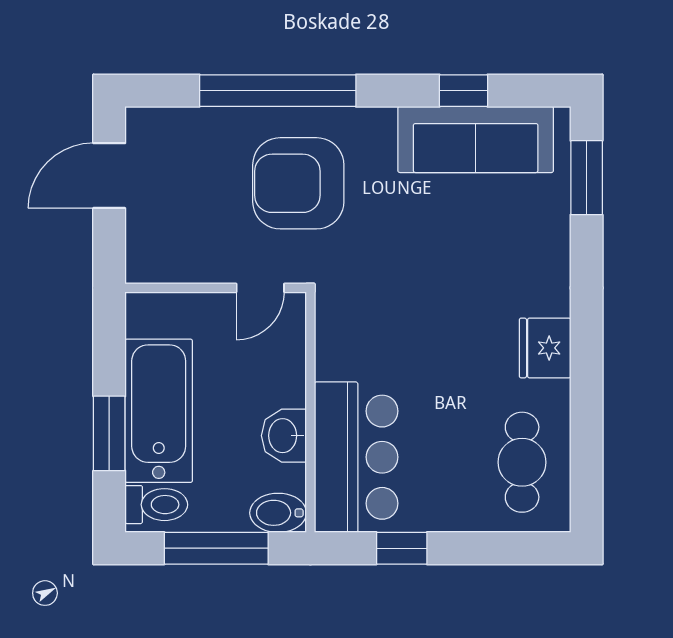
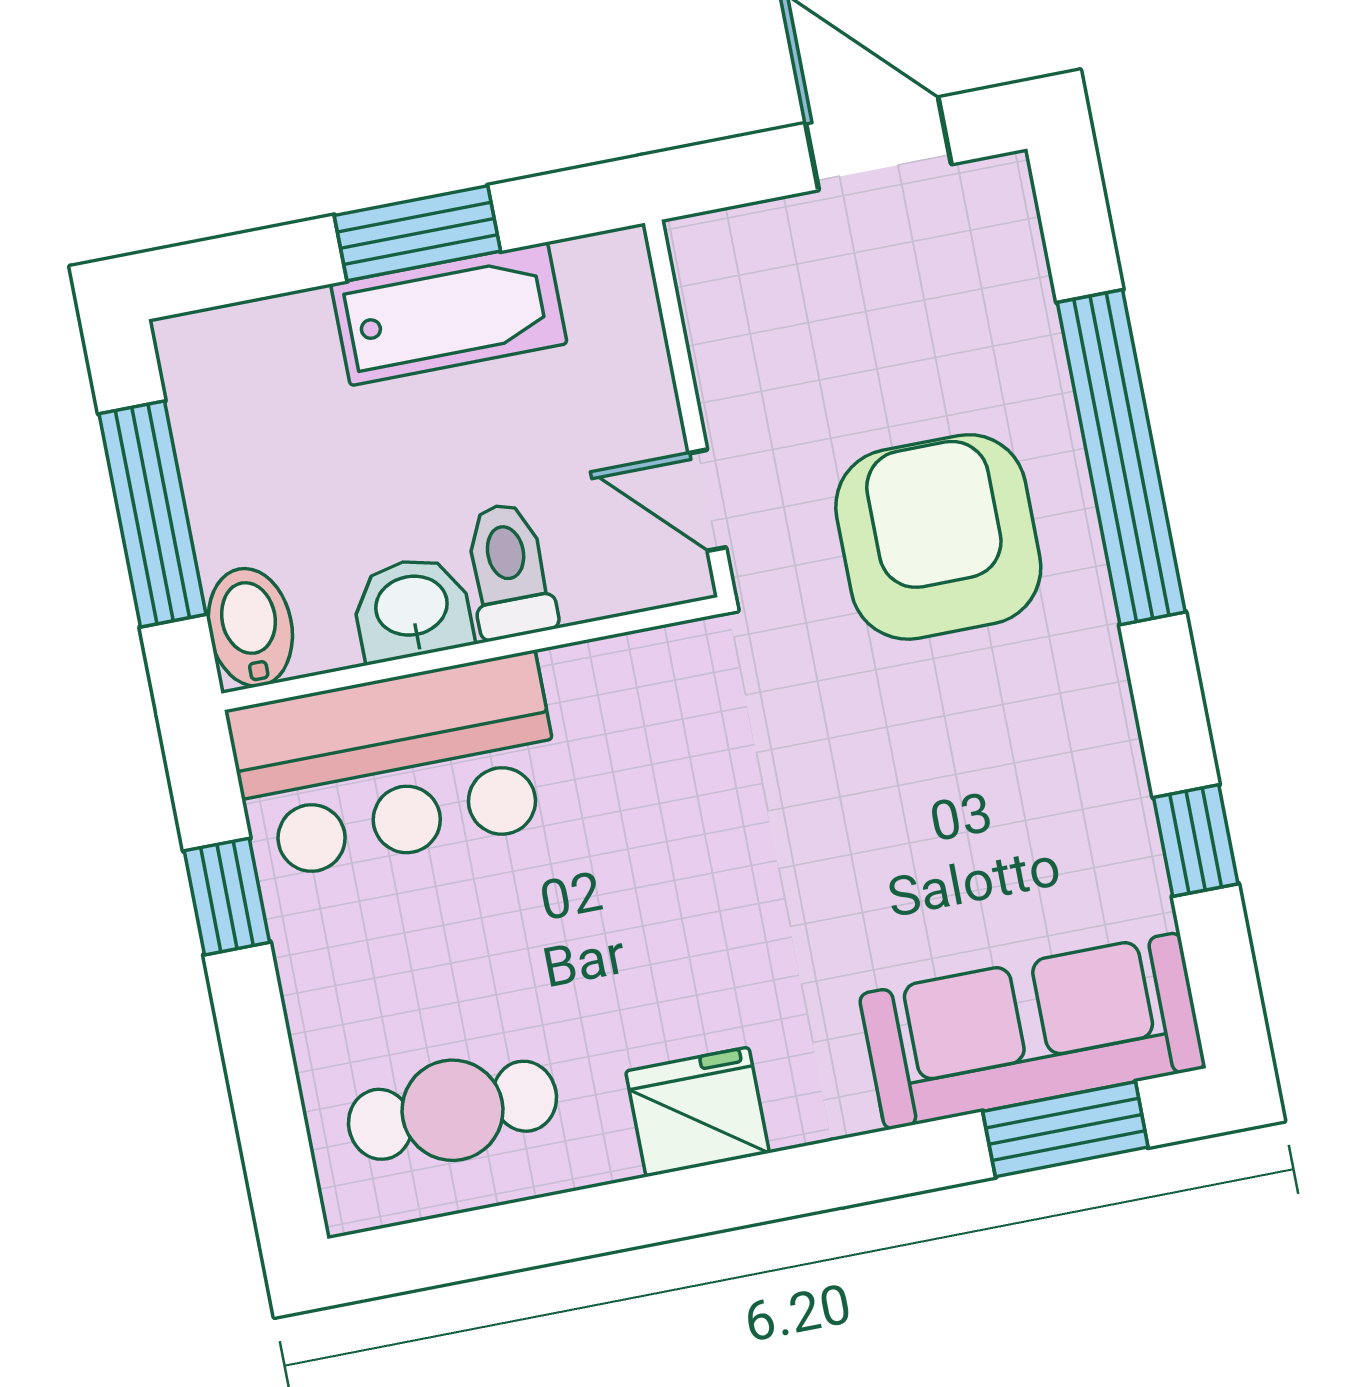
sofa: (476, 139) -> (1032, 1031), moved, turned 90
bathtub: (159, 411) -> (449, 314), width x0.73, depth x0.73
window: (109, 433) -> (417, 233), moved
toilet: (156, 505) -> (509, 571), moved, turned 180

